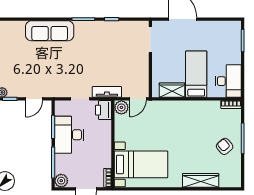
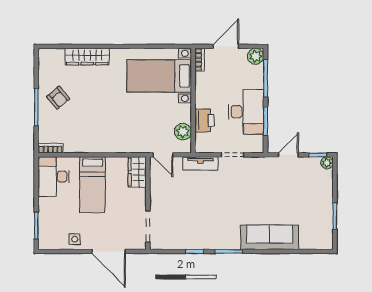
side table: (211, 29) -> (75, 239), added
wardrobe: (172, 90) -> (137, 172), moved, turned 90
door: (138, 99) -> (163, 155), swing flipped
plant: (121, 107) -> (183, 132), moved
printer: (104, 110) -> (204, 120), moved

